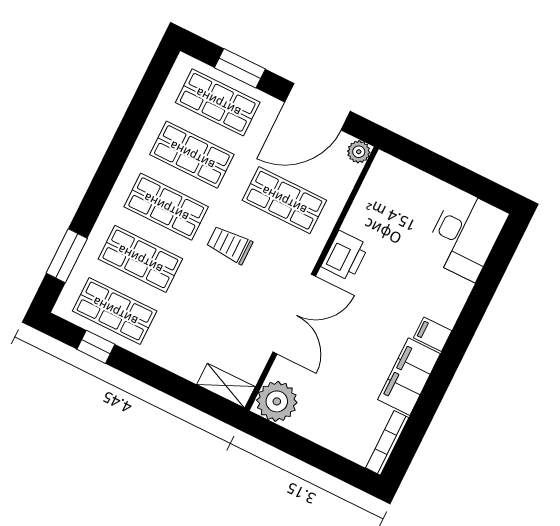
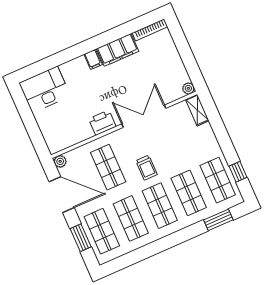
plant: (277, 401) -> (188, 88), width x0.53, depth x0.53

